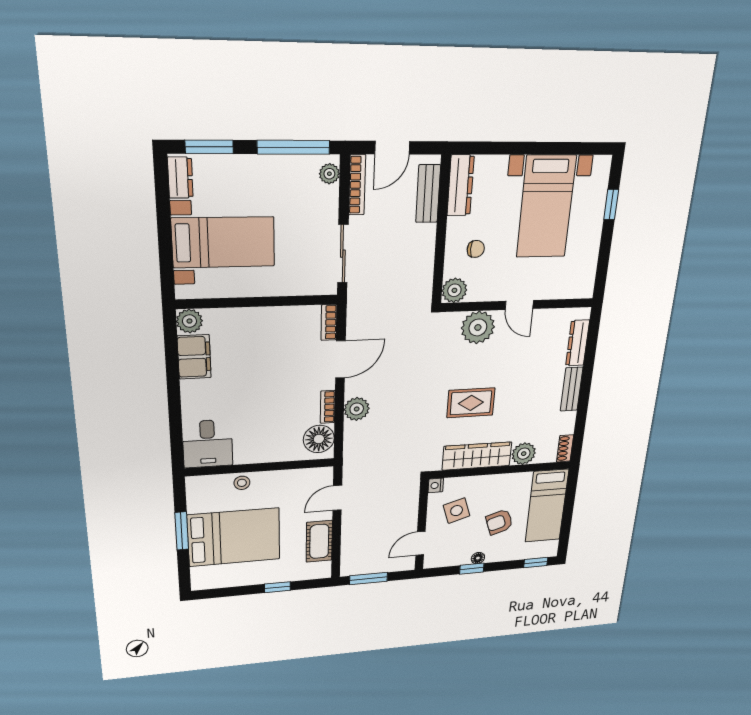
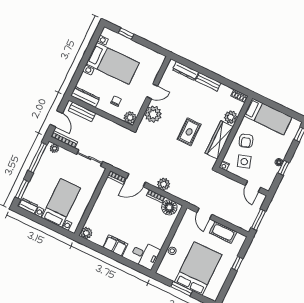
filing cabinet: (194, 357) -> (115, 246), moved
door: (340, 359) -> (136, 180), swing flipped
armchair: (499, 522) -> (246, 141), moved

